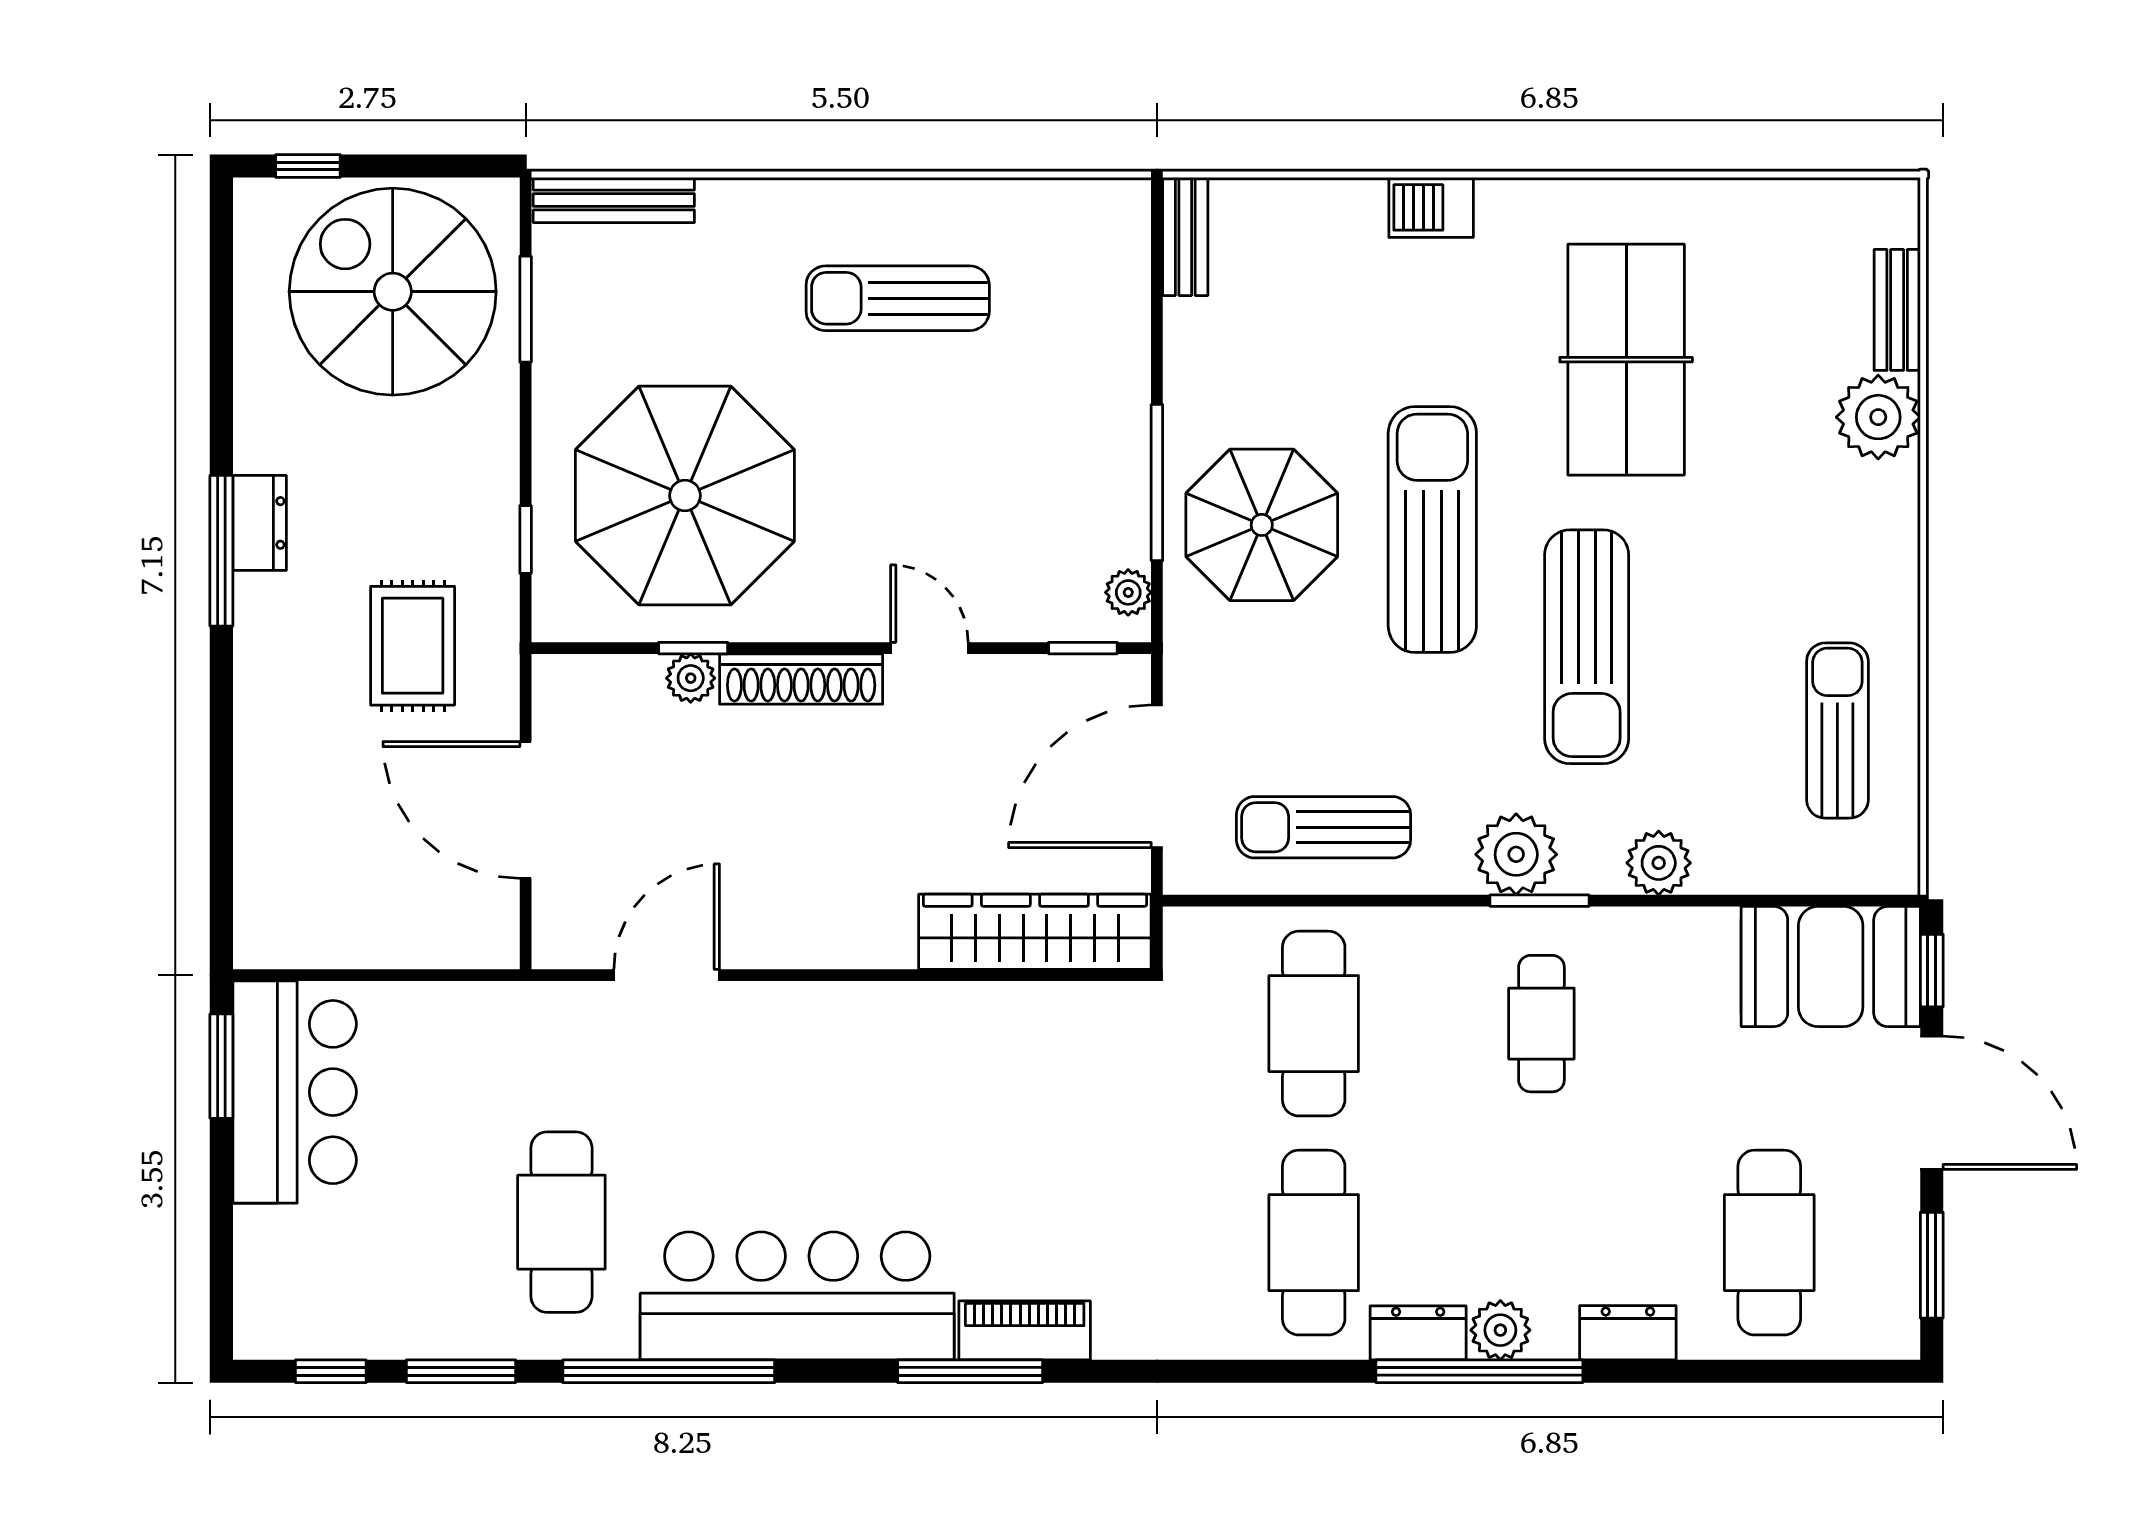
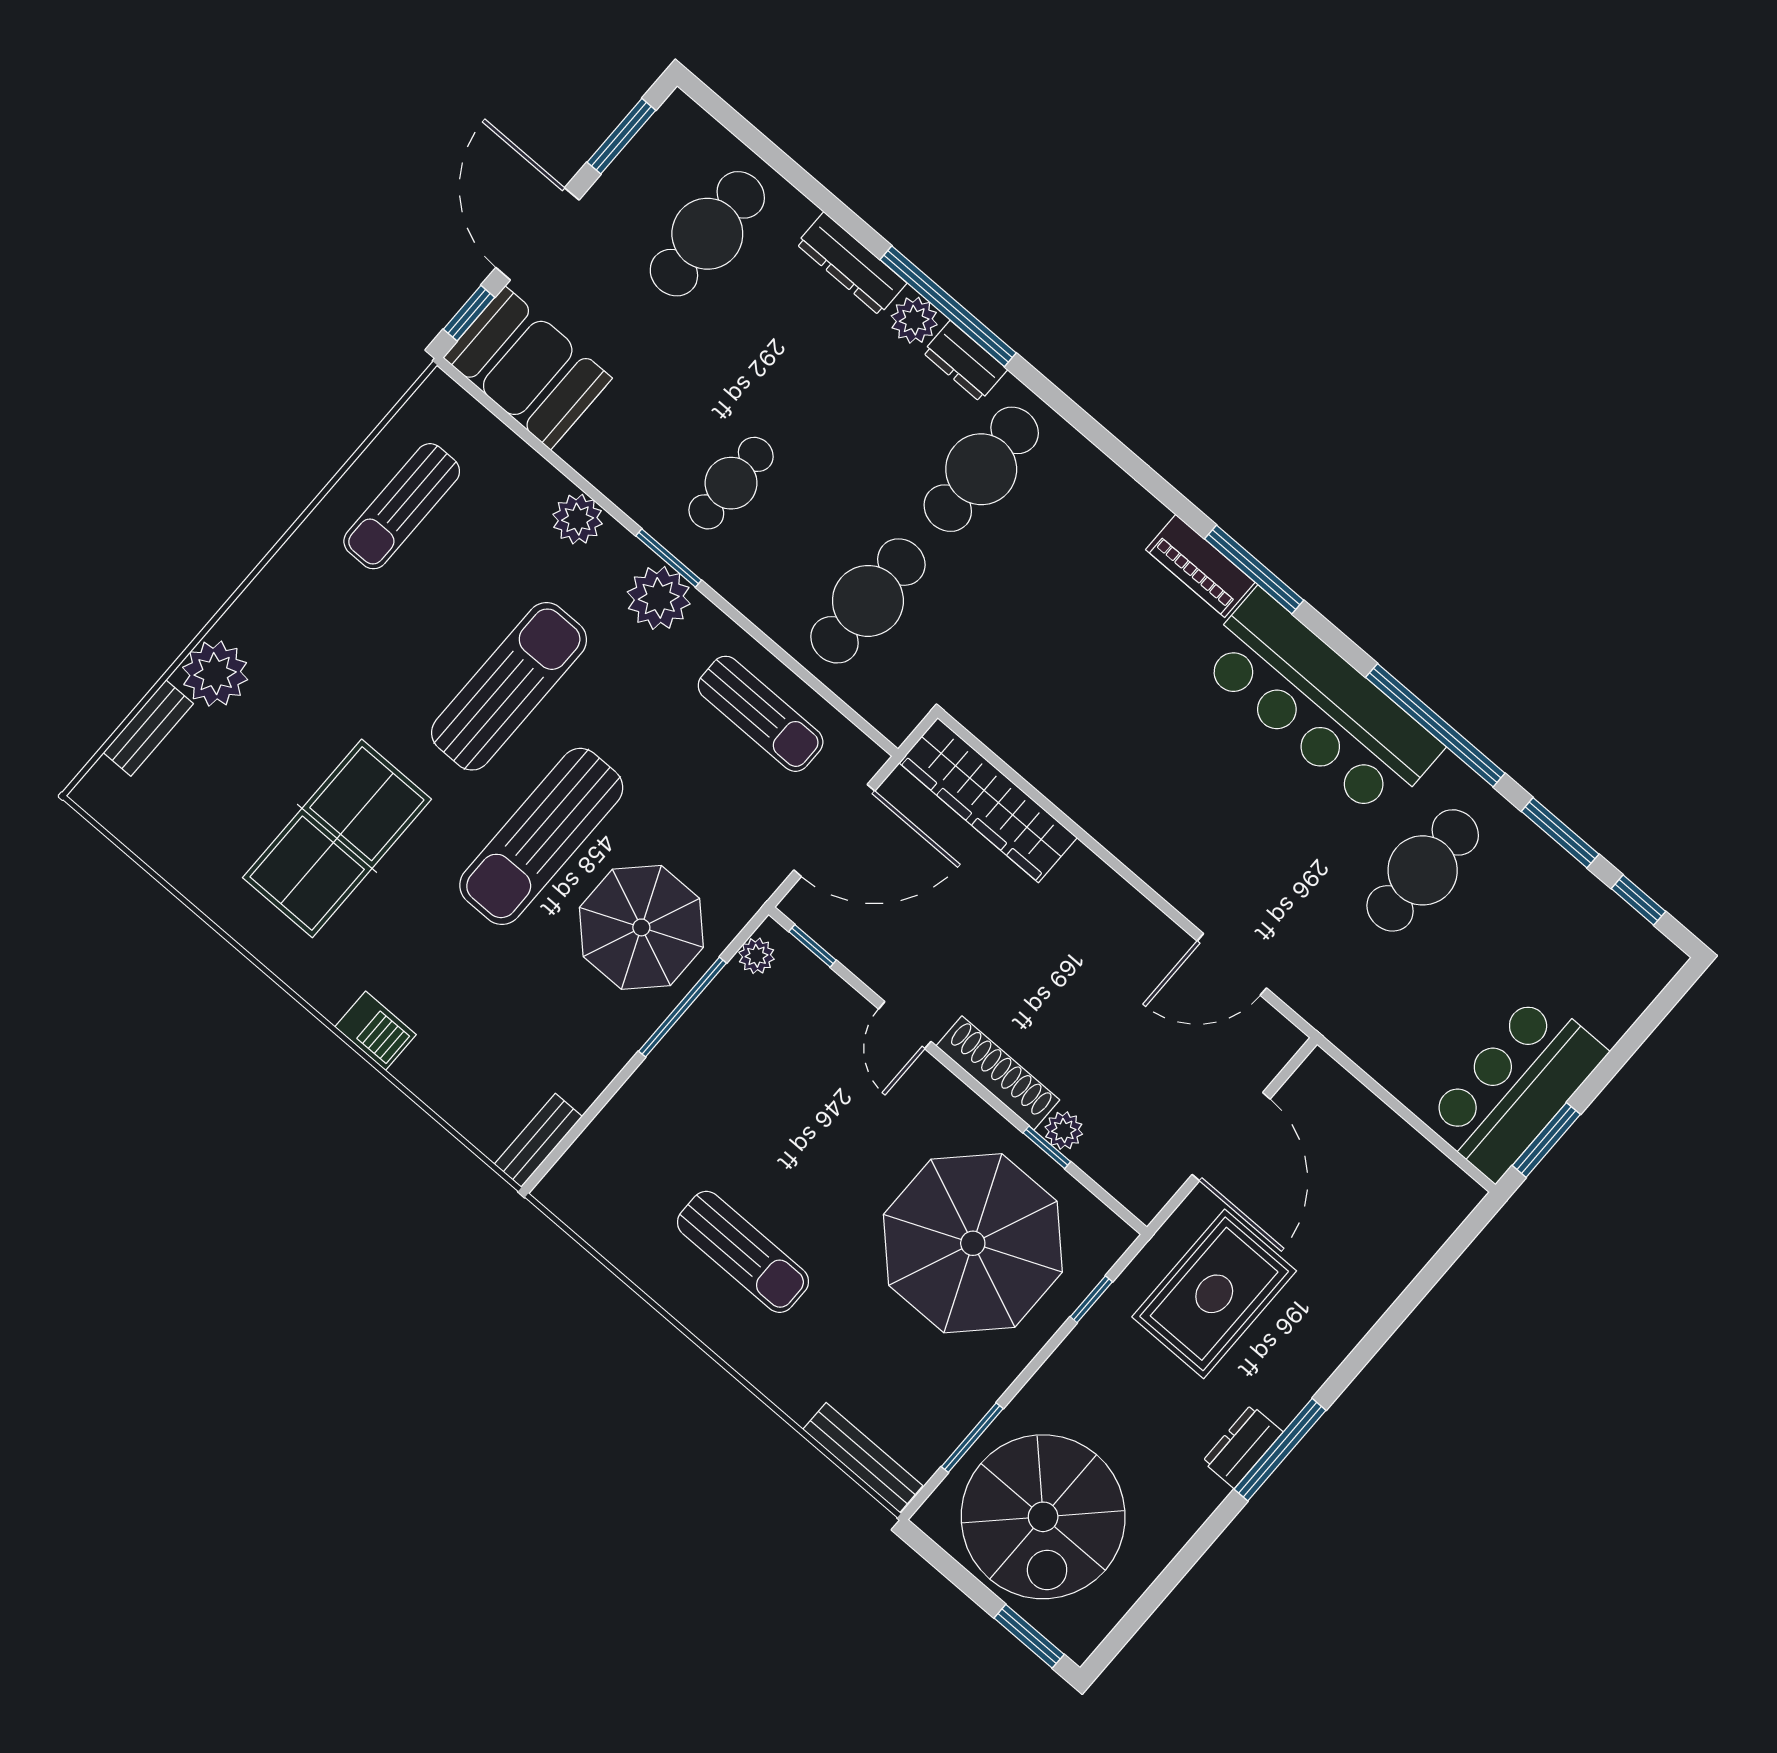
window: (308, 166) -> (1029, 1636), width x1.50
rug: (413, 646) -> (1214, 1294), width x1.36, depth x1.43
dresser: (1628, 1333) -> (852, 264), width x1.44

